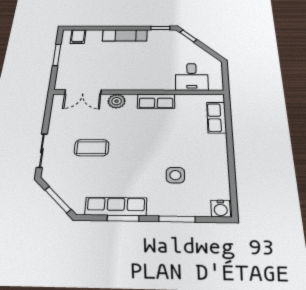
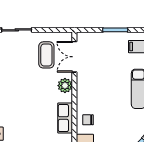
chair: (159, 79) -> (88, 120), added
coffee table: (92, 148) -> (46, 55), moved

